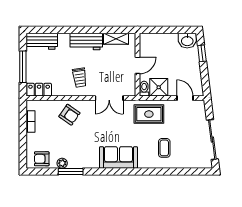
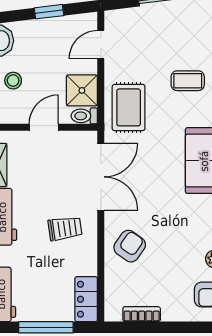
stool: (164, 48) -> (13, 81), added
window: (202, 53) -> (49, 12), moved
door: (138, 65) -> (44, 127), hinge flipped
double door: (109, 98) -> (101, 177), width x1.37

